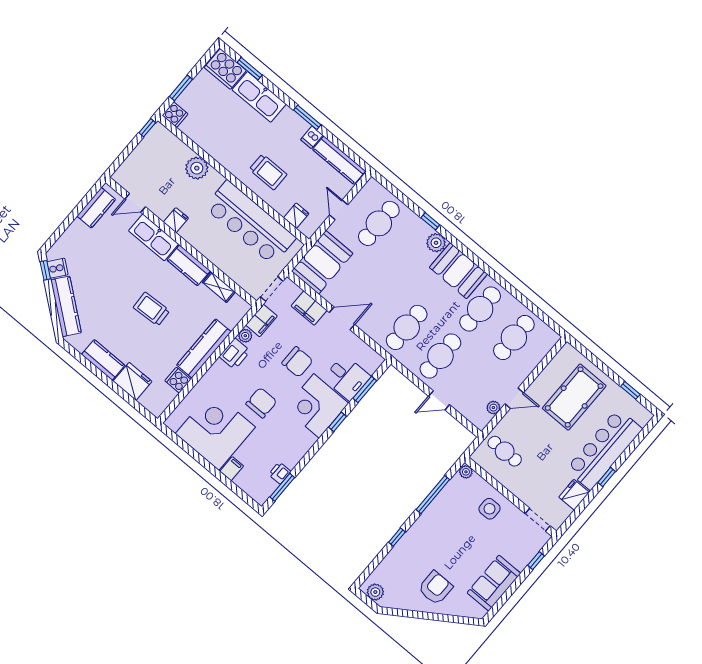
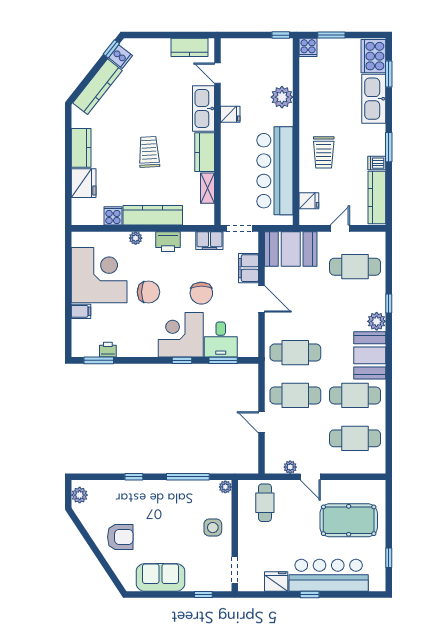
plant: (245, 336) -> (136, 238), moved

